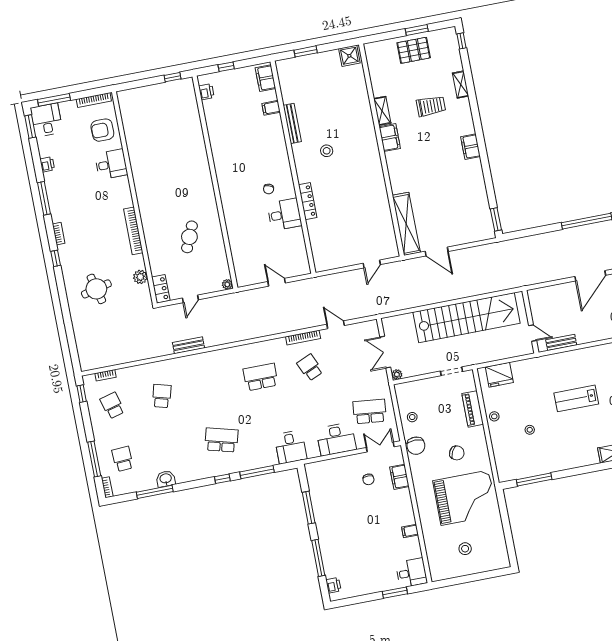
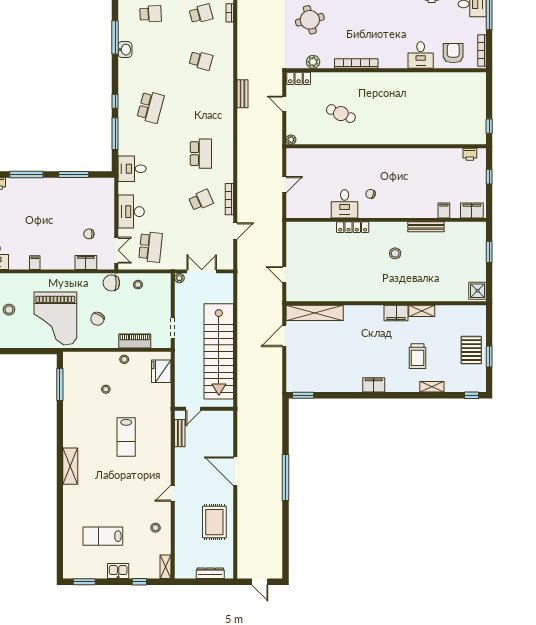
lab bench: (576, 398) -> (126, 437), turned 180

